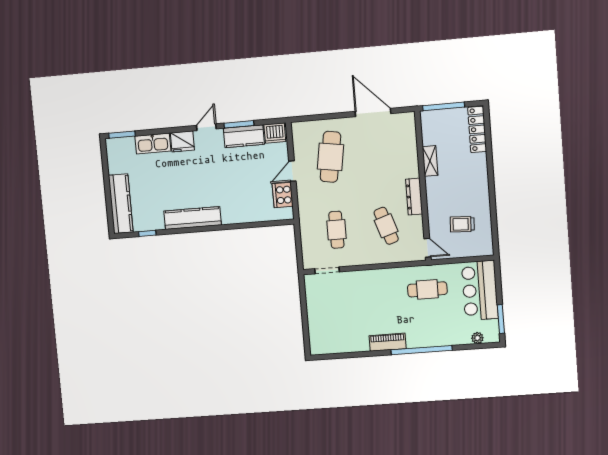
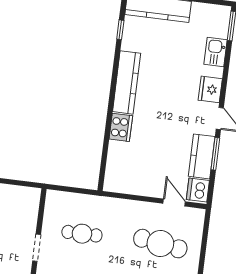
kitchen sink: (153, 144) -> (216, 52), width x0.73
door: (292, 171) -> (174, 203), moved
cooker: (283, 195) -> (121, 127), moved, turned 90
doorway: (327, 270) -> (37, 248), moved

